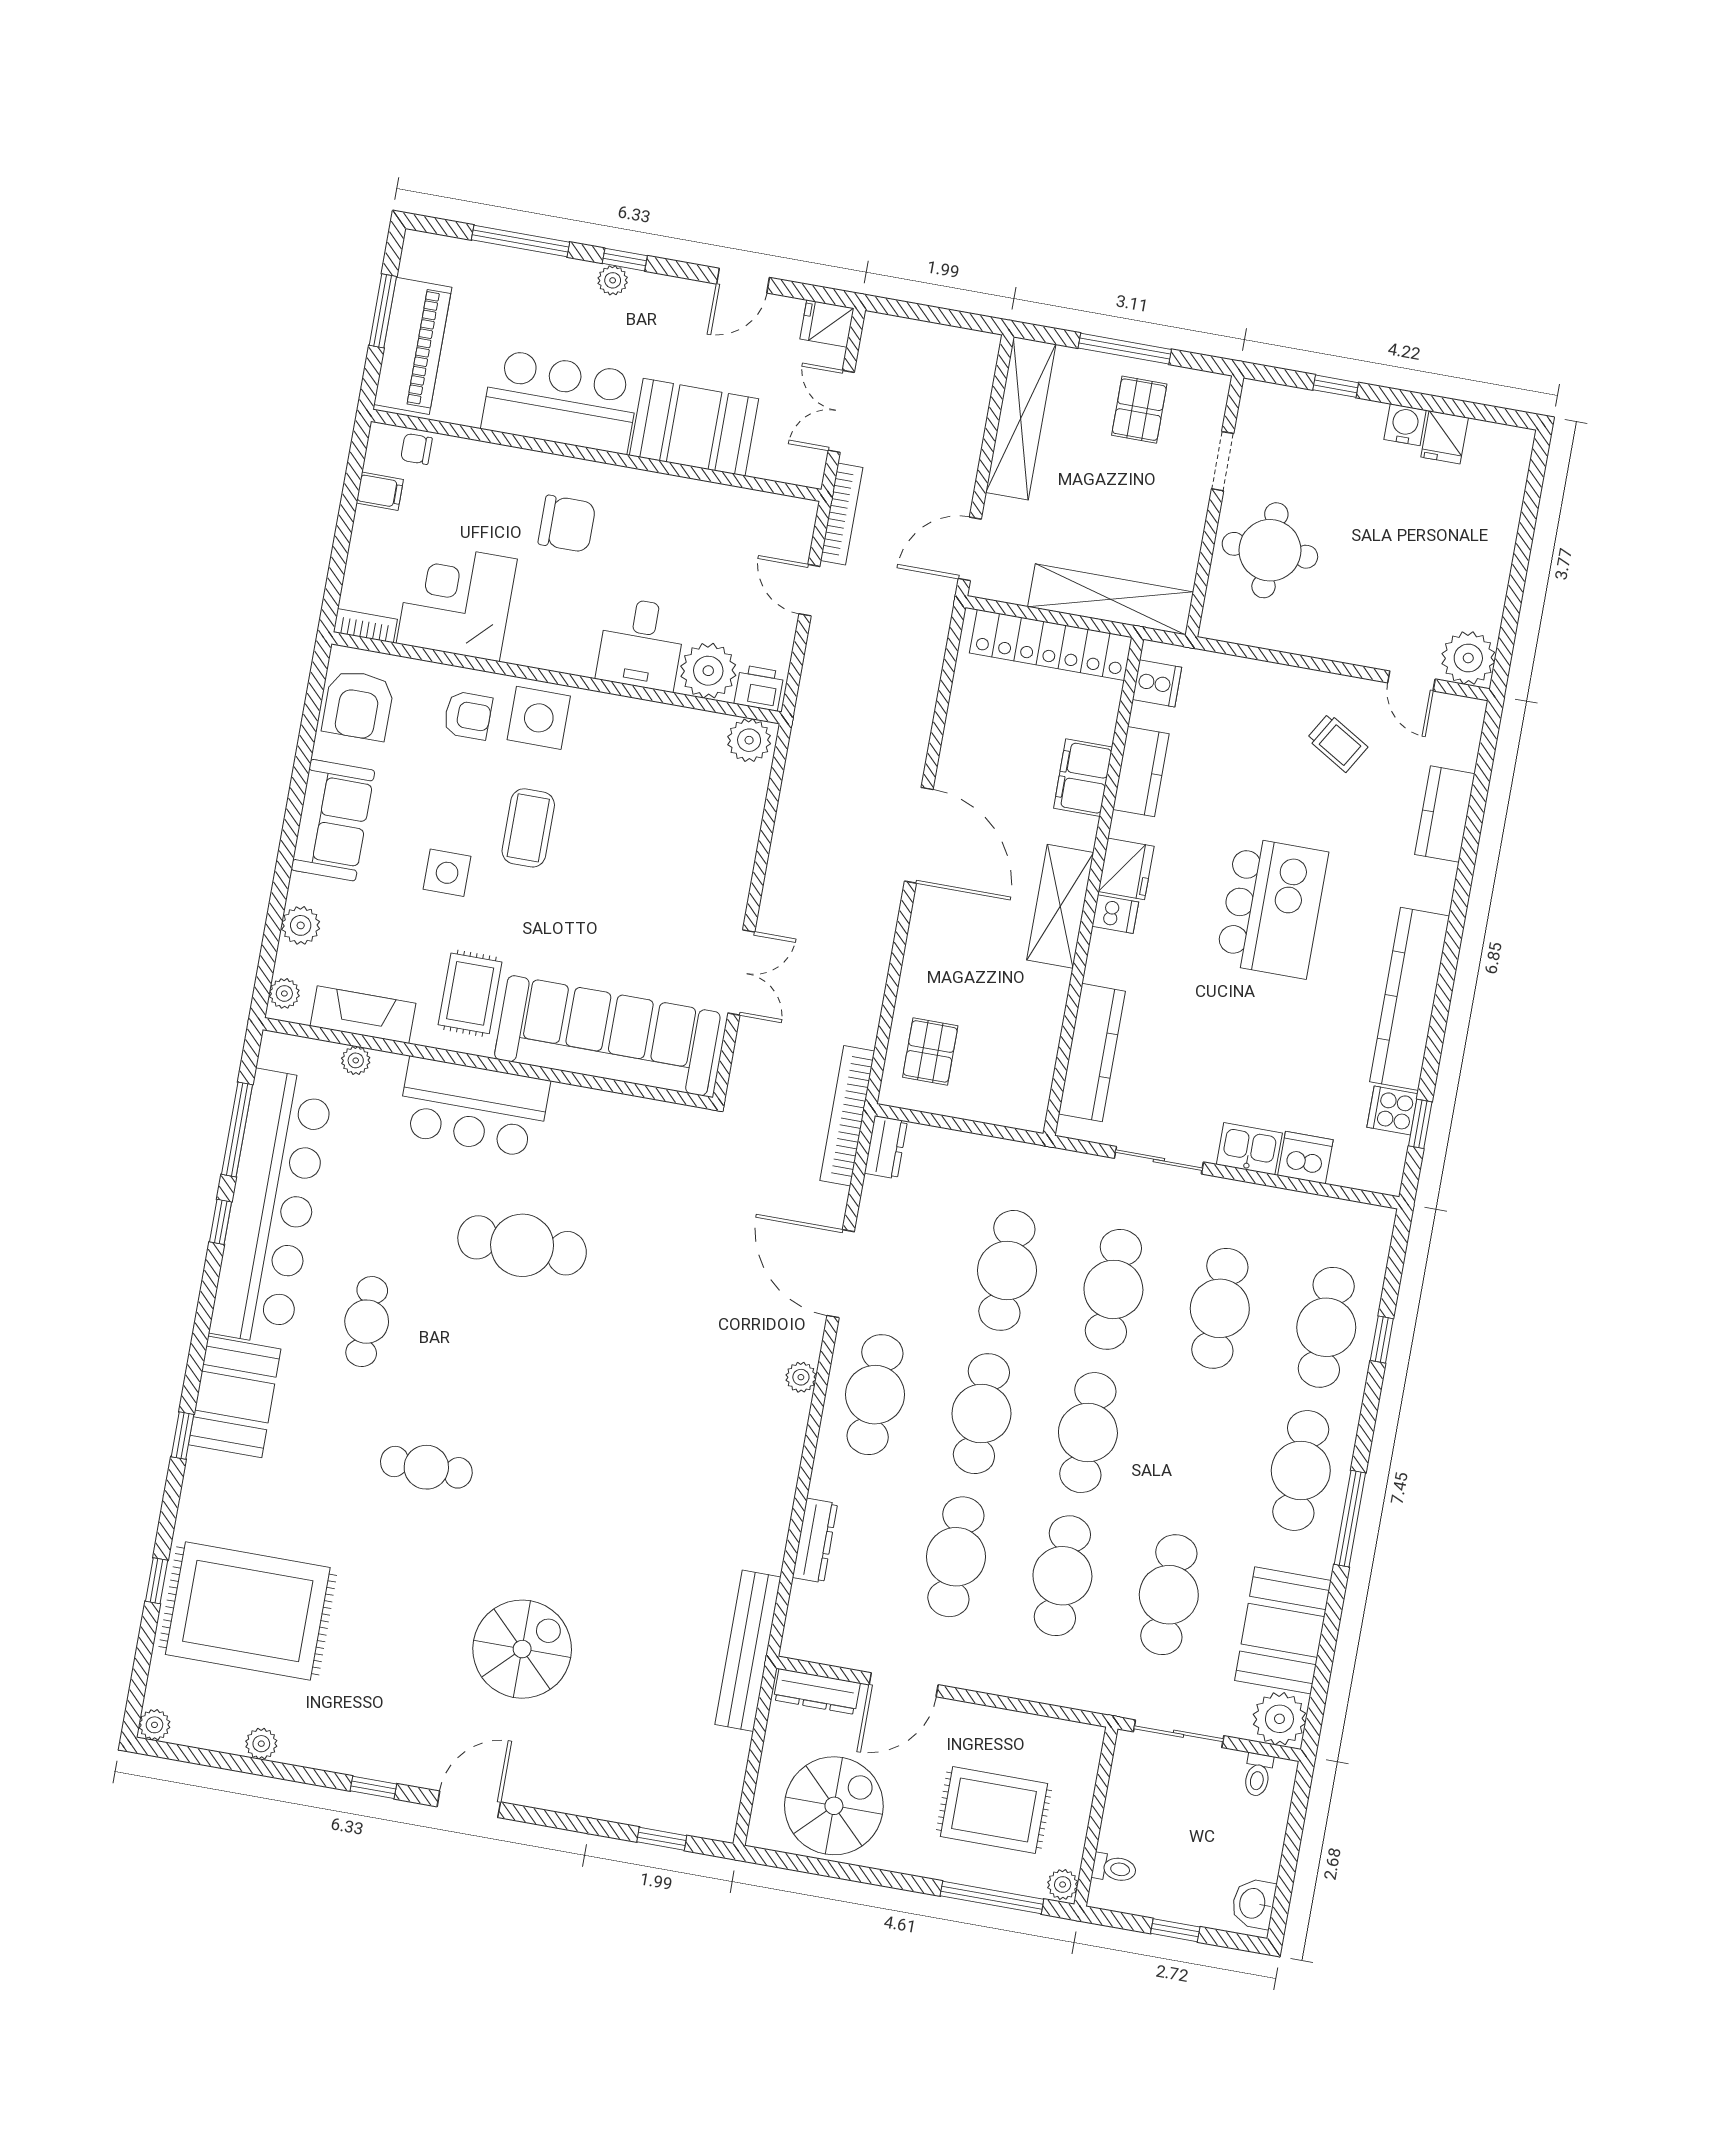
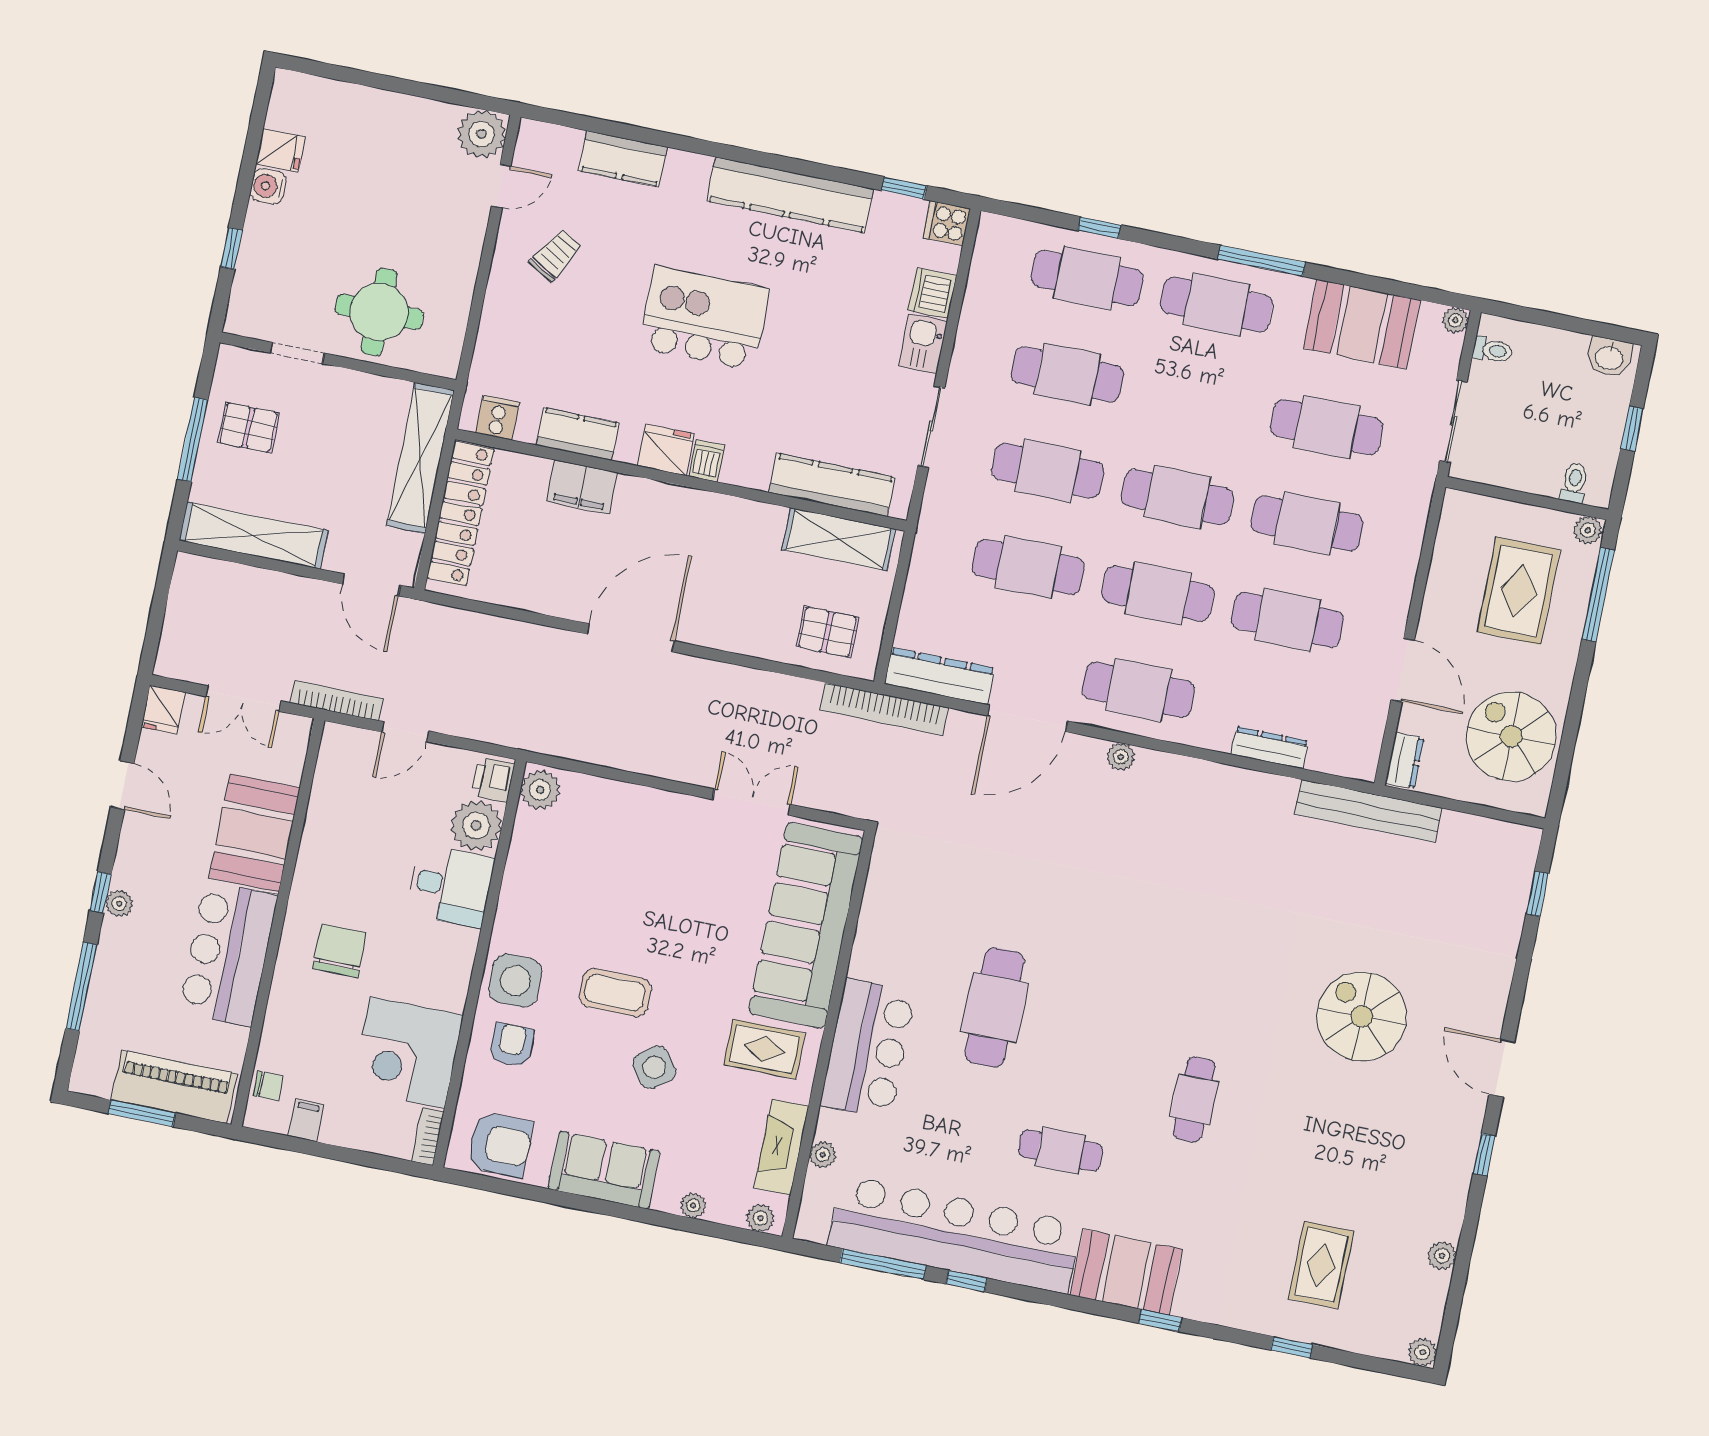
chair: (416, 449) -> (268, 1086), turned -90
side table: (447, 873) -> (654, 1067), turned -37
shelving: (1060, 906) -> (839, 539), moved
plant: (301, 925) -> (693, 1205), width x0.73, depth x0.73
cooker: (1392, 1110) -> (947, 223), moved, turned 90
dresser: (886, 1147) -> (940, 676), width x1.96, depth x1.24
rug: (248, 1611) -> (1321, 1265), width x0.54, depth x0.49
dresser: (817, 1691) -> (1405, 761), width x0.70
plant: (1279, 1719) -> (1455, 320), width x0.53, depth x0.53

